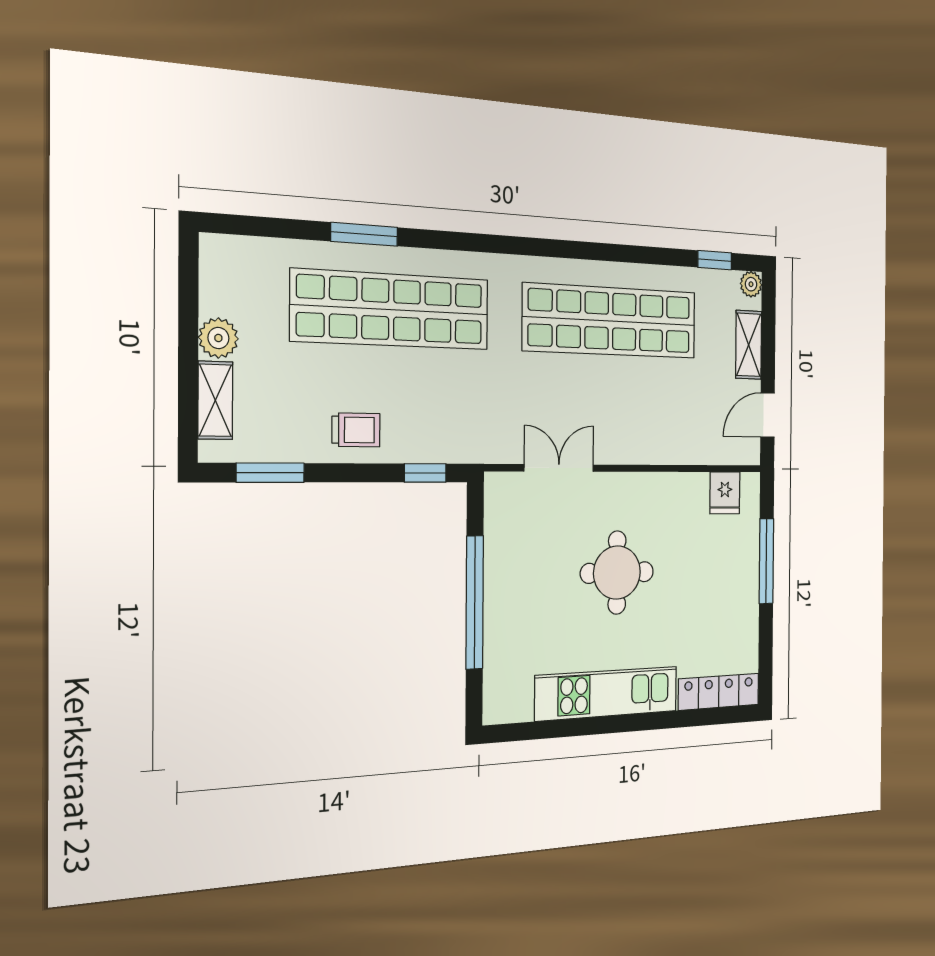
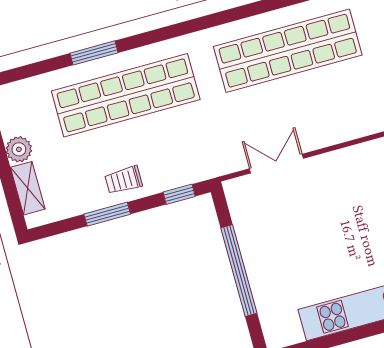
trolley: (356, 430) -> (124, 180), turned 180
window: (270, 473) -> (107, 214), moved
round table: (617, 573) -> (342, 224), removed

